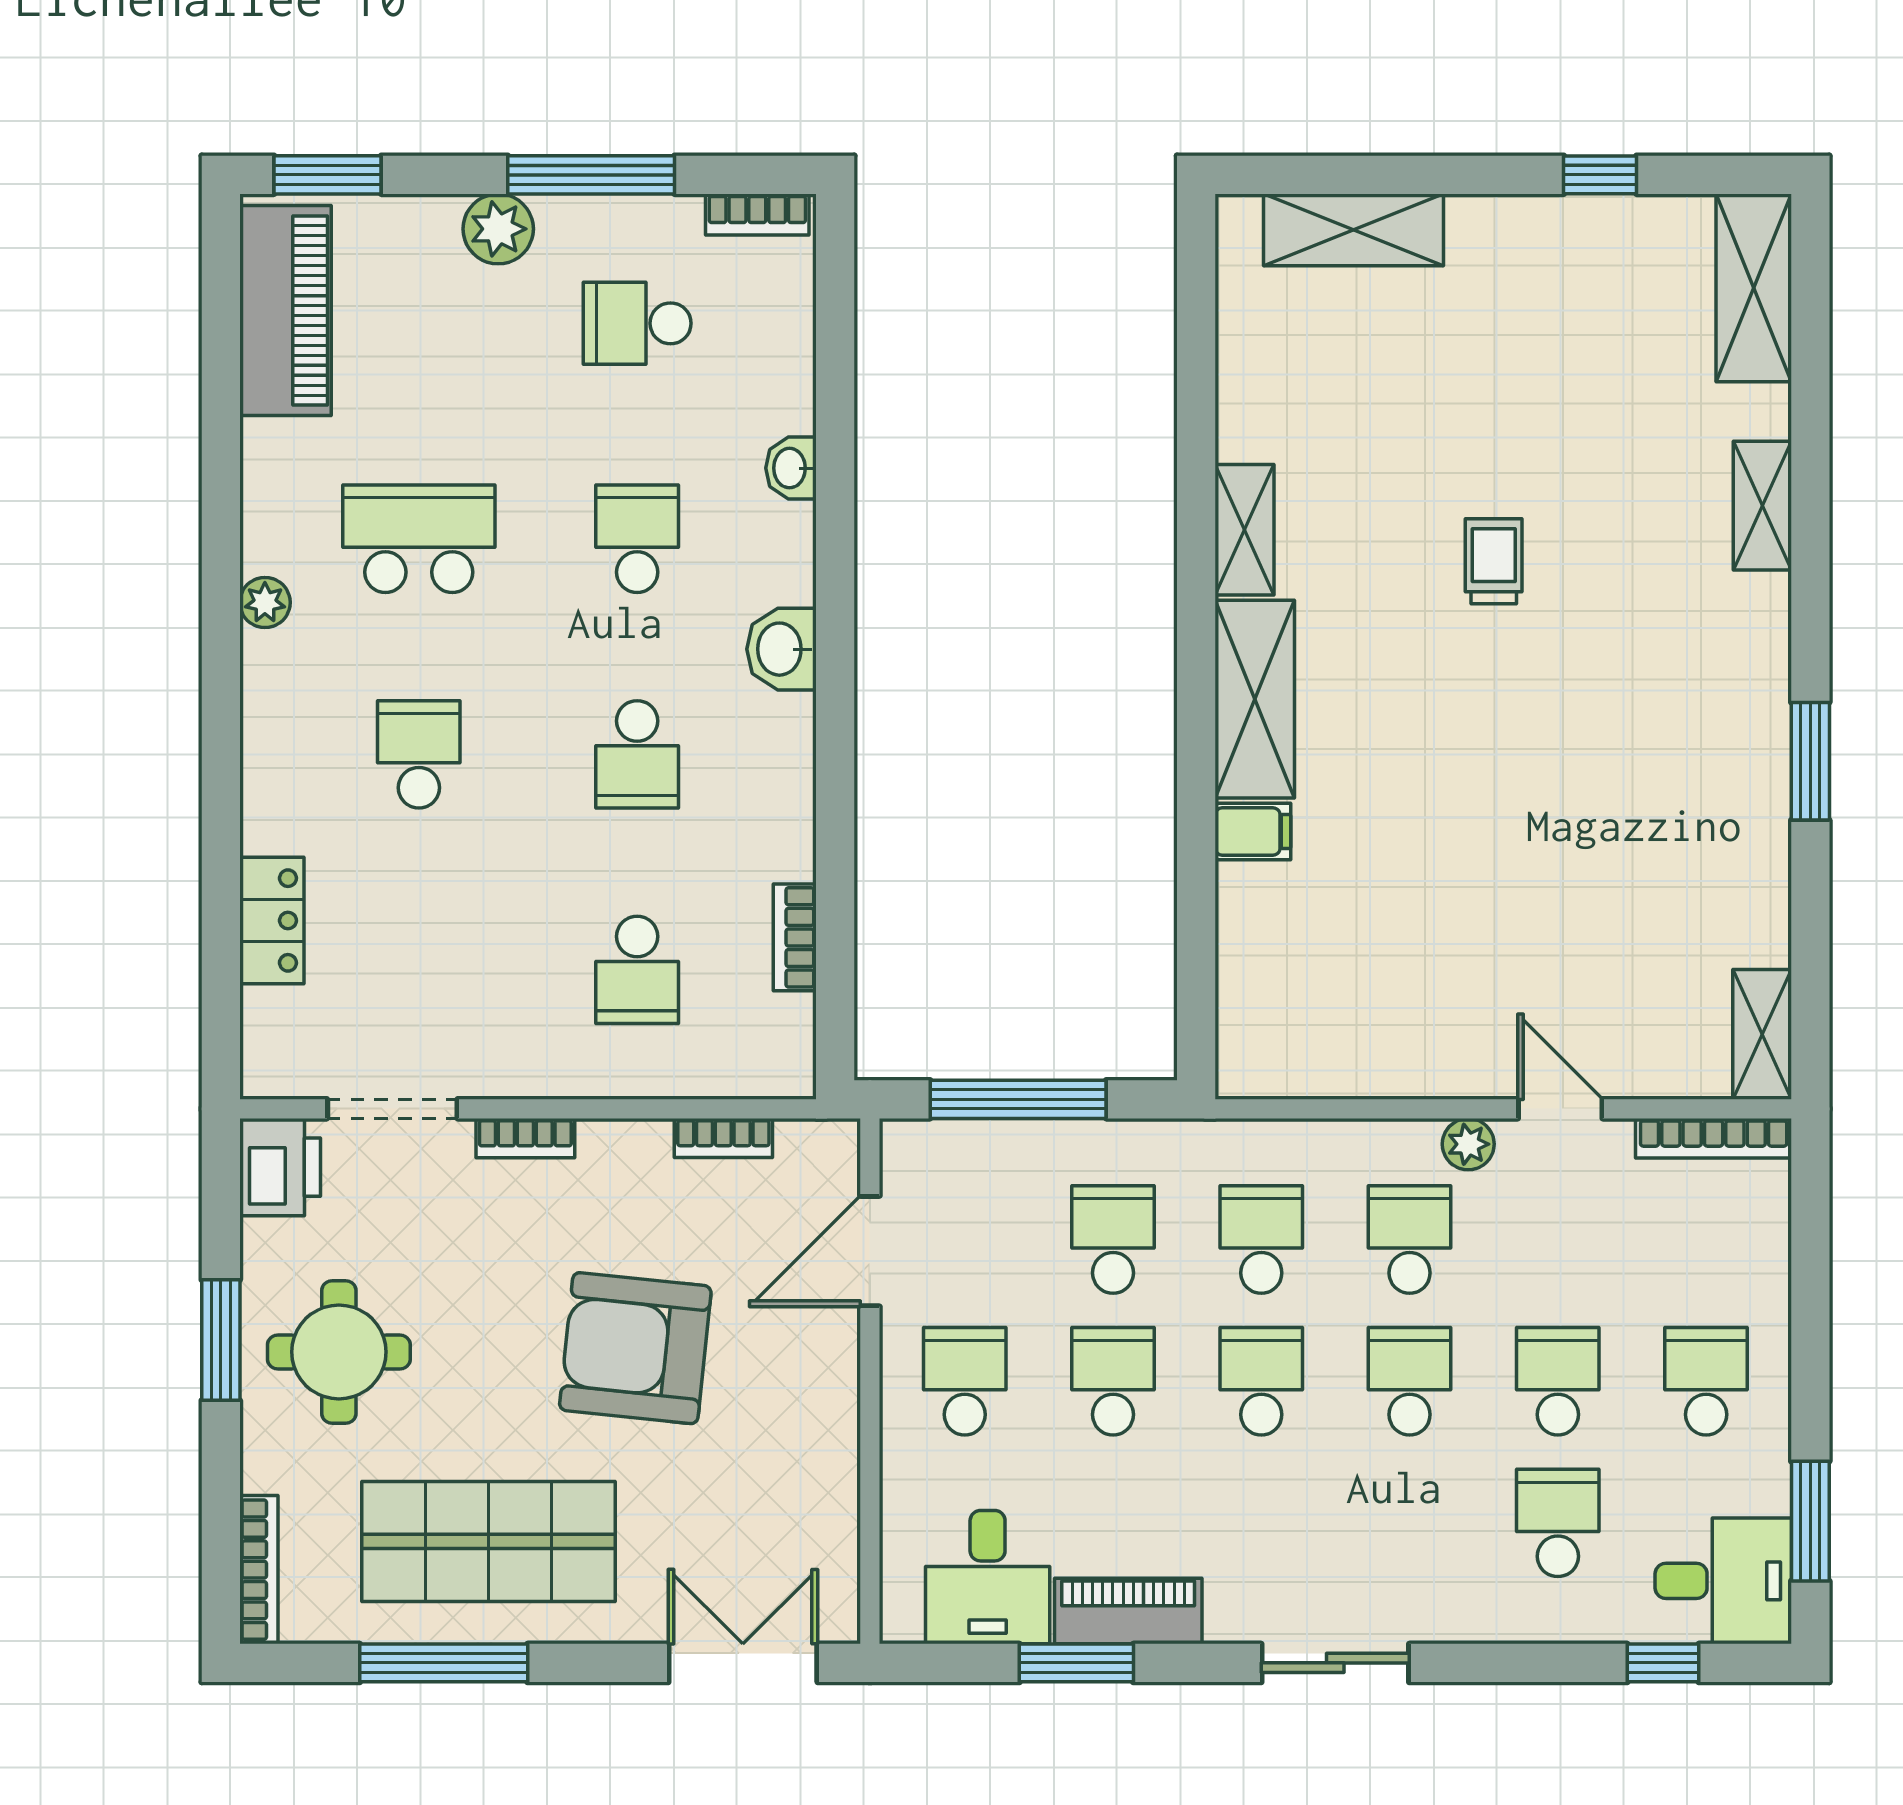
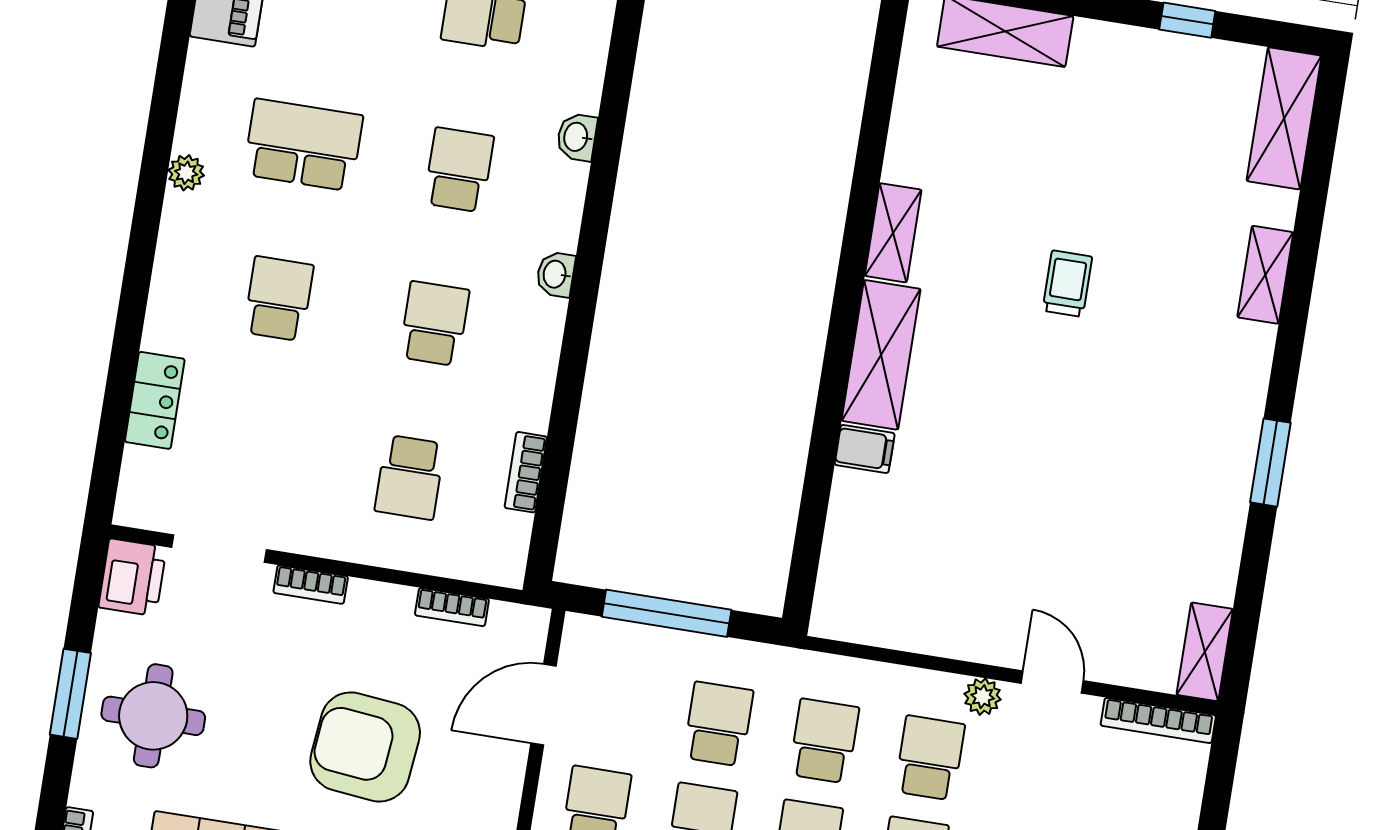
washbasin: (781, 649) -> (556, 274), width x0.72, depth x0.69
school desk: (637, 754) -> (434, 324), turned 180

